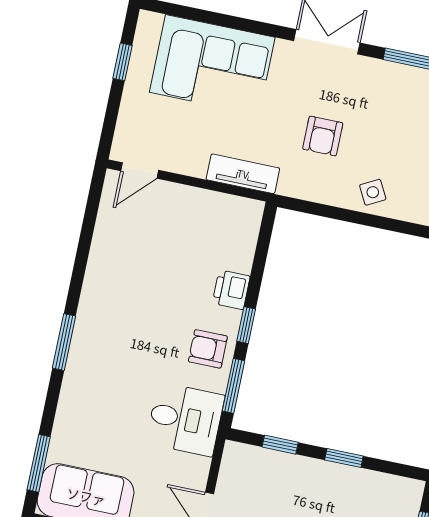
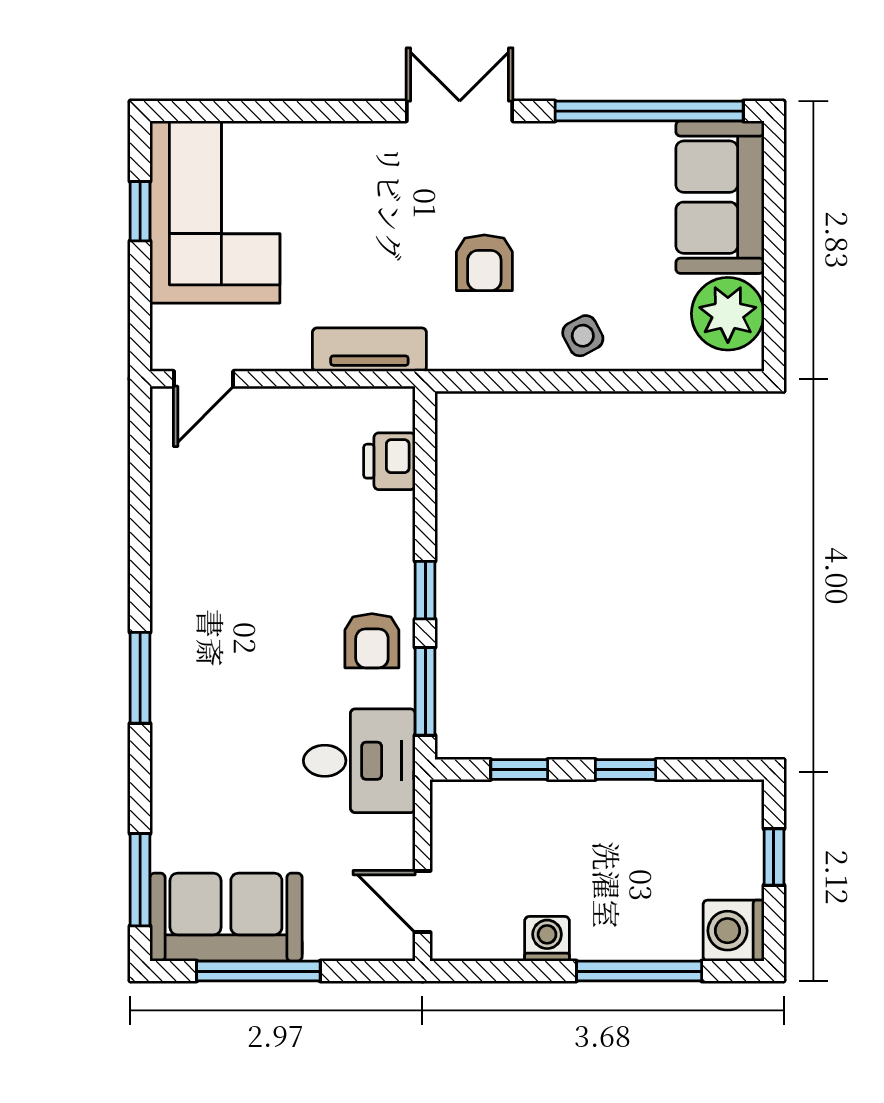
corner sofa: (212, 65) -> (215, 212), moved, turned -90
printer: (231, 290) -> (389, 461), moved
armchair: (208, 349) -> (372, 641), turned -90

